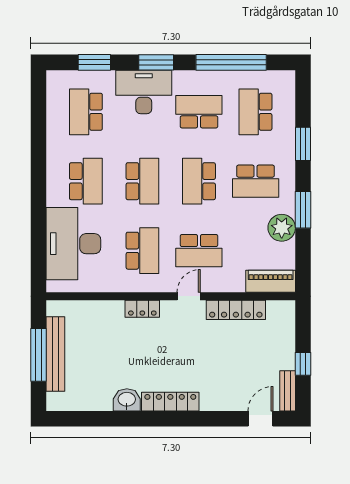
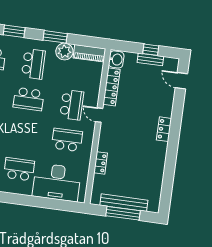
school desk: (142, 181) -> (24, 134), removed
piano: (271, 281) -> (89, 53), moved, turned -90
locker: (142, 309) -> (101, 163), moved
bench: (288, 391) -> (150, 59), moved
washbasin: (127, 400) -> (116, 59), moved, turned 180
locker: (170, 402) -> (164, 129), width x0.66

